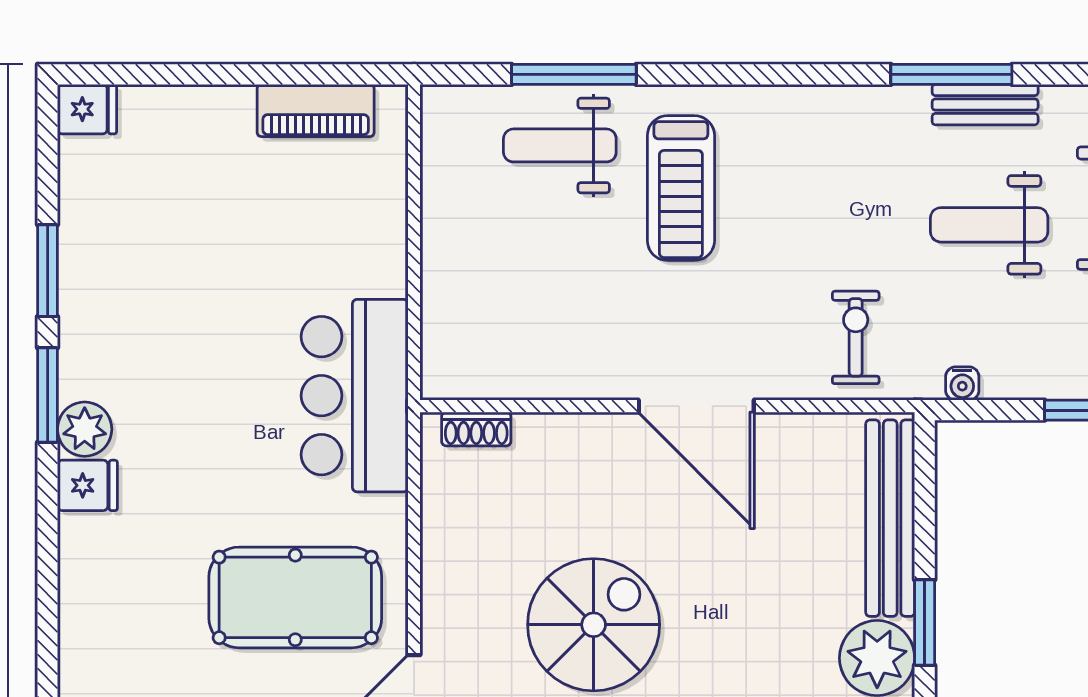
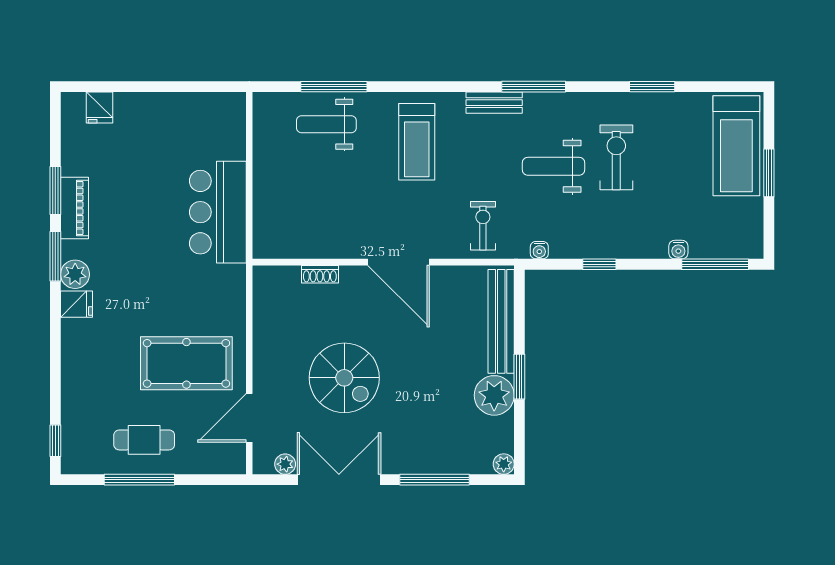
bench: (985, 105) -> (494, 103), moved
fridge: (87, 109) -> (100, 108), moved, turned 90
piano: (316, 110) -> (74, 208), moved, turned -90
treadmill: (681, 188) -> (417, 142), moved
bar counter: (355, 396) -> (218, 212), moved
shoe rack: (476, 429) -> (320, 274), moved
spiral stairs: (594, 625) -> (344, 378), turned 90

